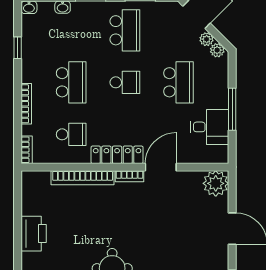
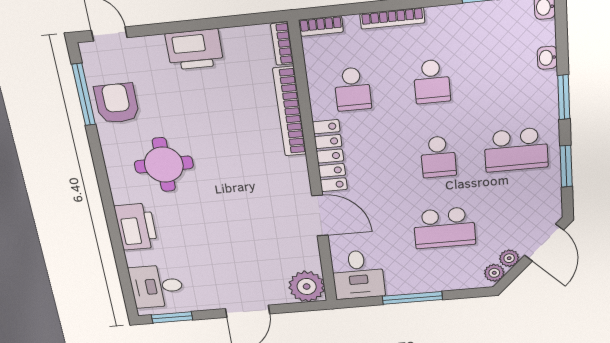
school desk: (71, 82) -> (432, 82), width x0.54
desk: (210, 127) -> (358, 275), moved
bookcase: (129, 176) -> (282, 44), moved

